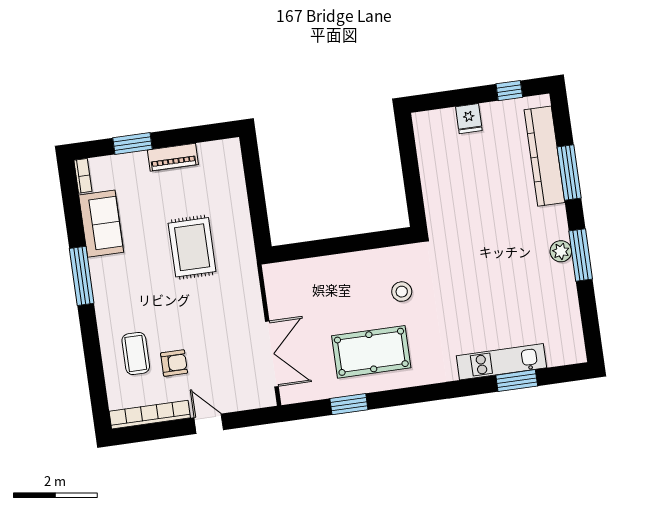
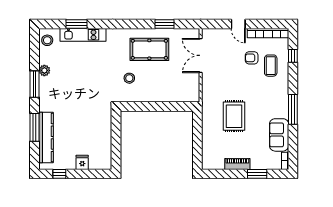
plant: (561, 251) -> (44, 70), moved
stool: (568, 342) -> (47, 40), added
window: (96, 378) -> (293, 56), added

